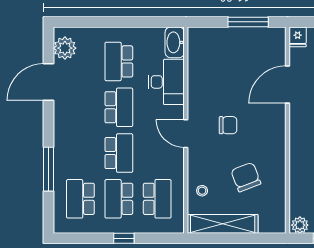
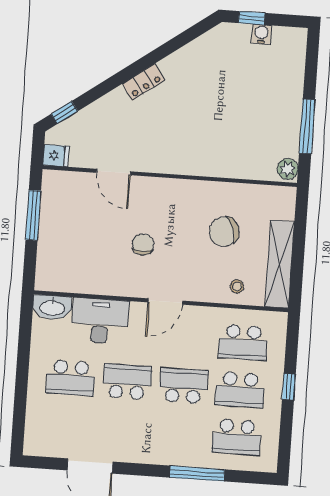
plant: (65, 48) -> (50, 443), removed
door: (288, 84) -> (114, 172), width x0.73
chair: (228, 125) -> (143, 244), moved
school desk: (157, 199) -> (243, 342), turned 180

